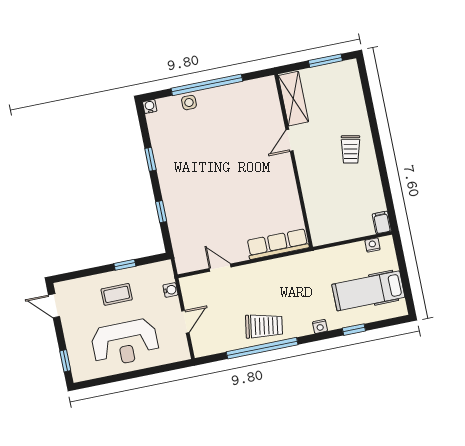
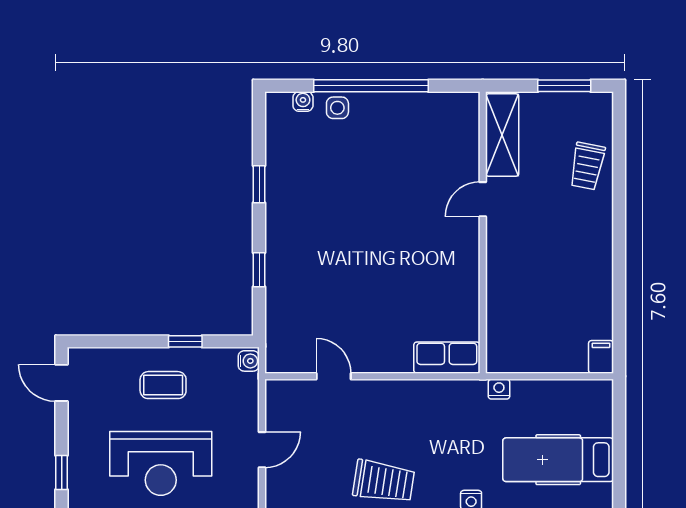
water cooler: (150, 106) -> (303, 101), moved
trolley: (351, 149) -> (587, 166), moved
row of seats: (278, 244) -> (447, 358), width x0.68
nightstand: (372, 245) -> (499, 389), moved
water cooler: (170, 290) -> (249, 361), moved

